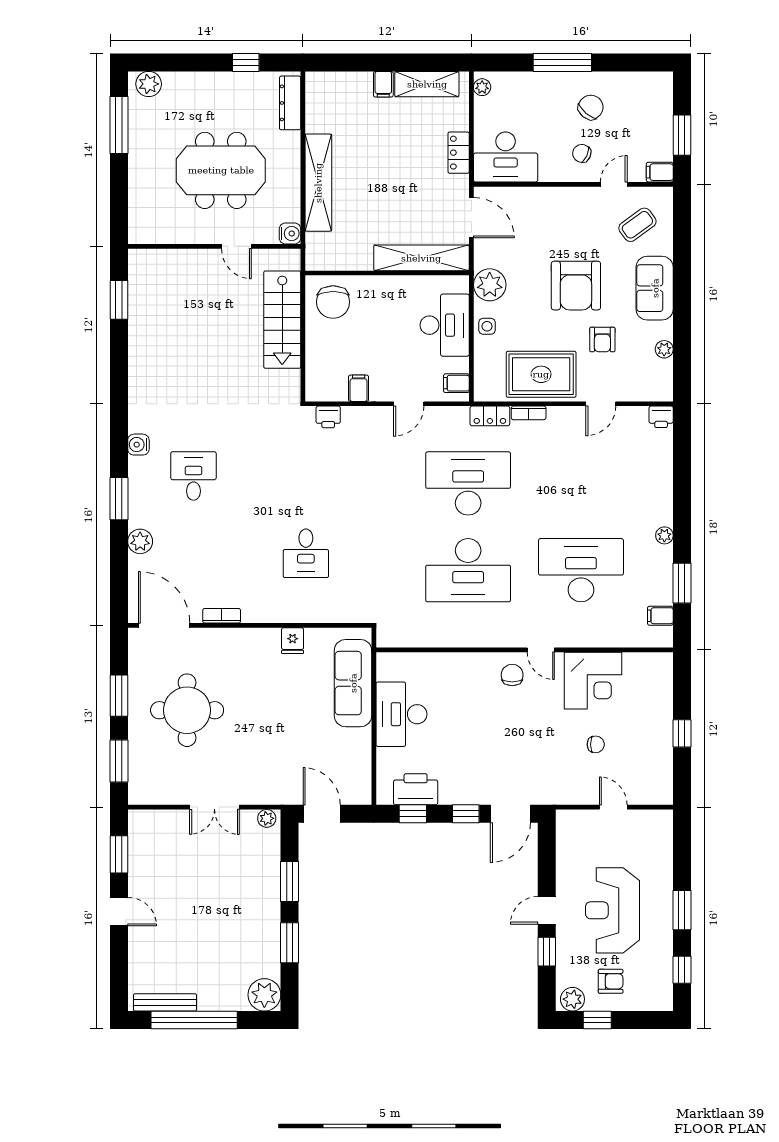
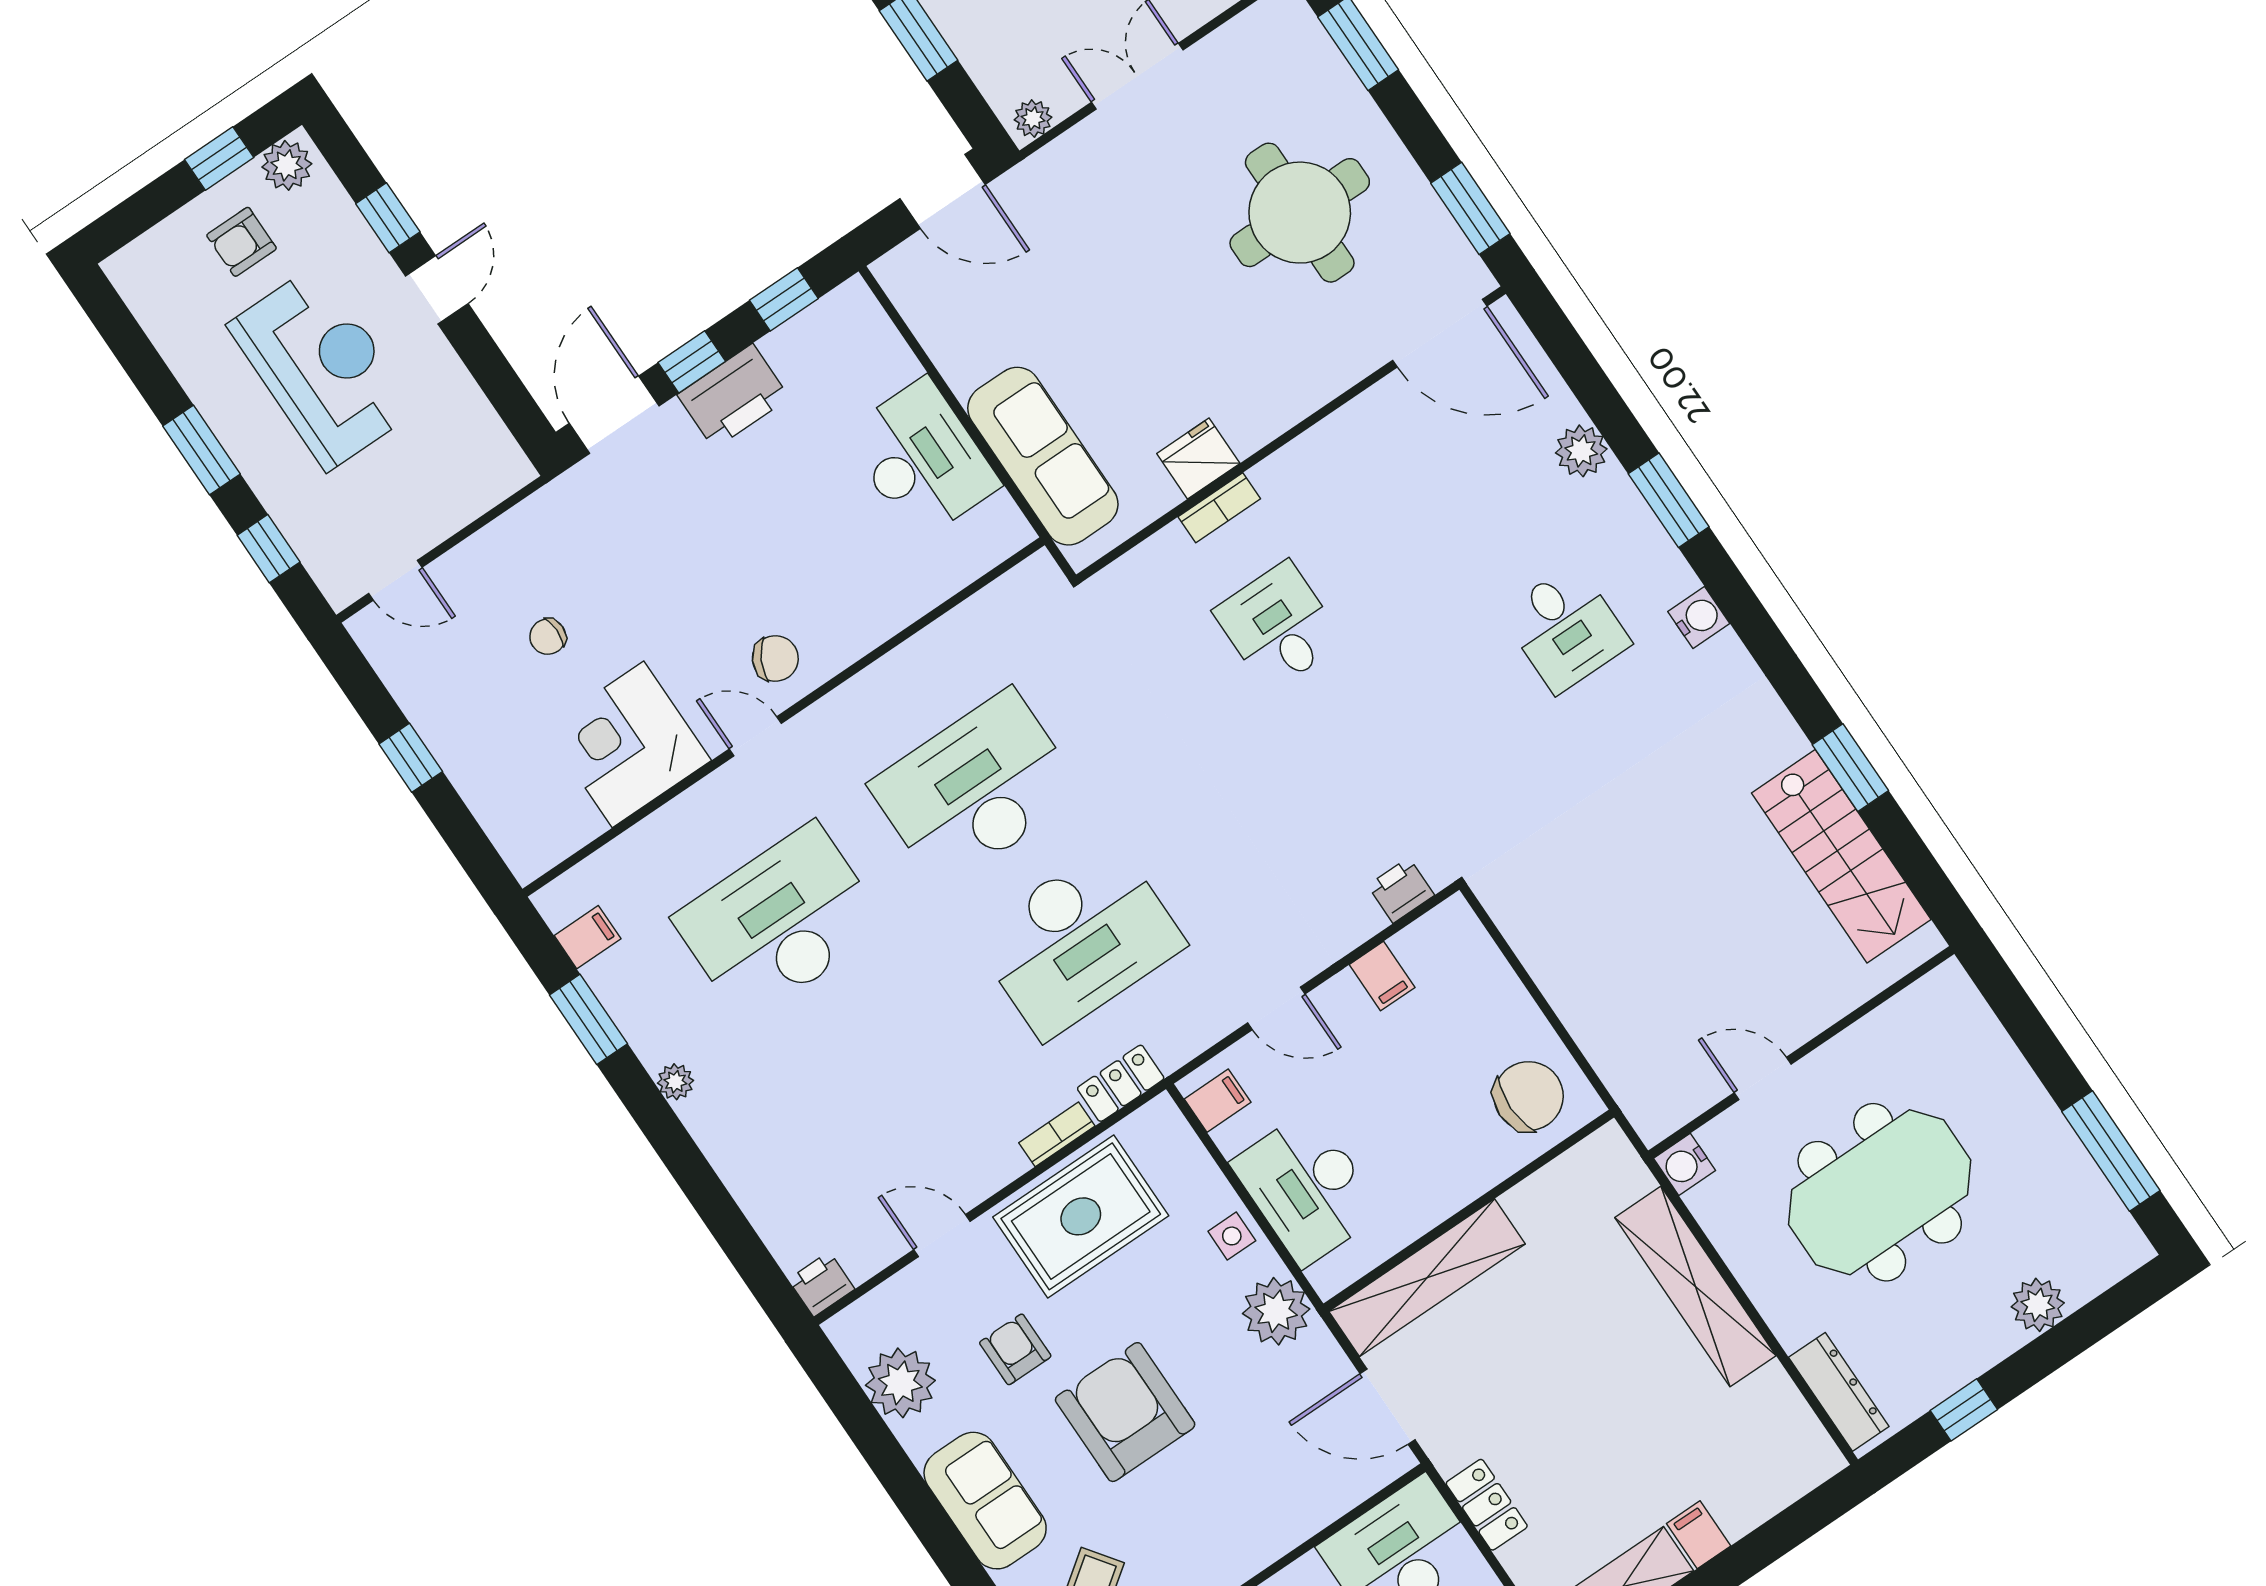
plant: (149, 84) -> (2038, 1305), moved
window: (119, 300) -> (1850, 768), moved
chair: (333, 302) -> (1529, 1096), turned 90
stairs: (282, 320) -> (1841, 856), moved, turned 180
plant: (664, 349) -> (900, 1383), width x1.88, depth x1.88
door: (409, 404) -> (1276, 1008), swing flipped
door: (601, 404) -> (942, 1236), hinge flipped
desk: (581, 570) -> (780, 922), turned 180
bookcase: (222, 616) -> (1219, 508), moved
fridge: (293, 641) -> (1198, 458), width x1.38
chair: (512, 675) -> (775, 658), turned -62
window: (119, 696) -> (1470, 208), moved
printer: (416, 789) -> (733, 396), moved
door: (613, 807) -> (395, 580), moved
window: (682, 970) -> (269, 549), moved

